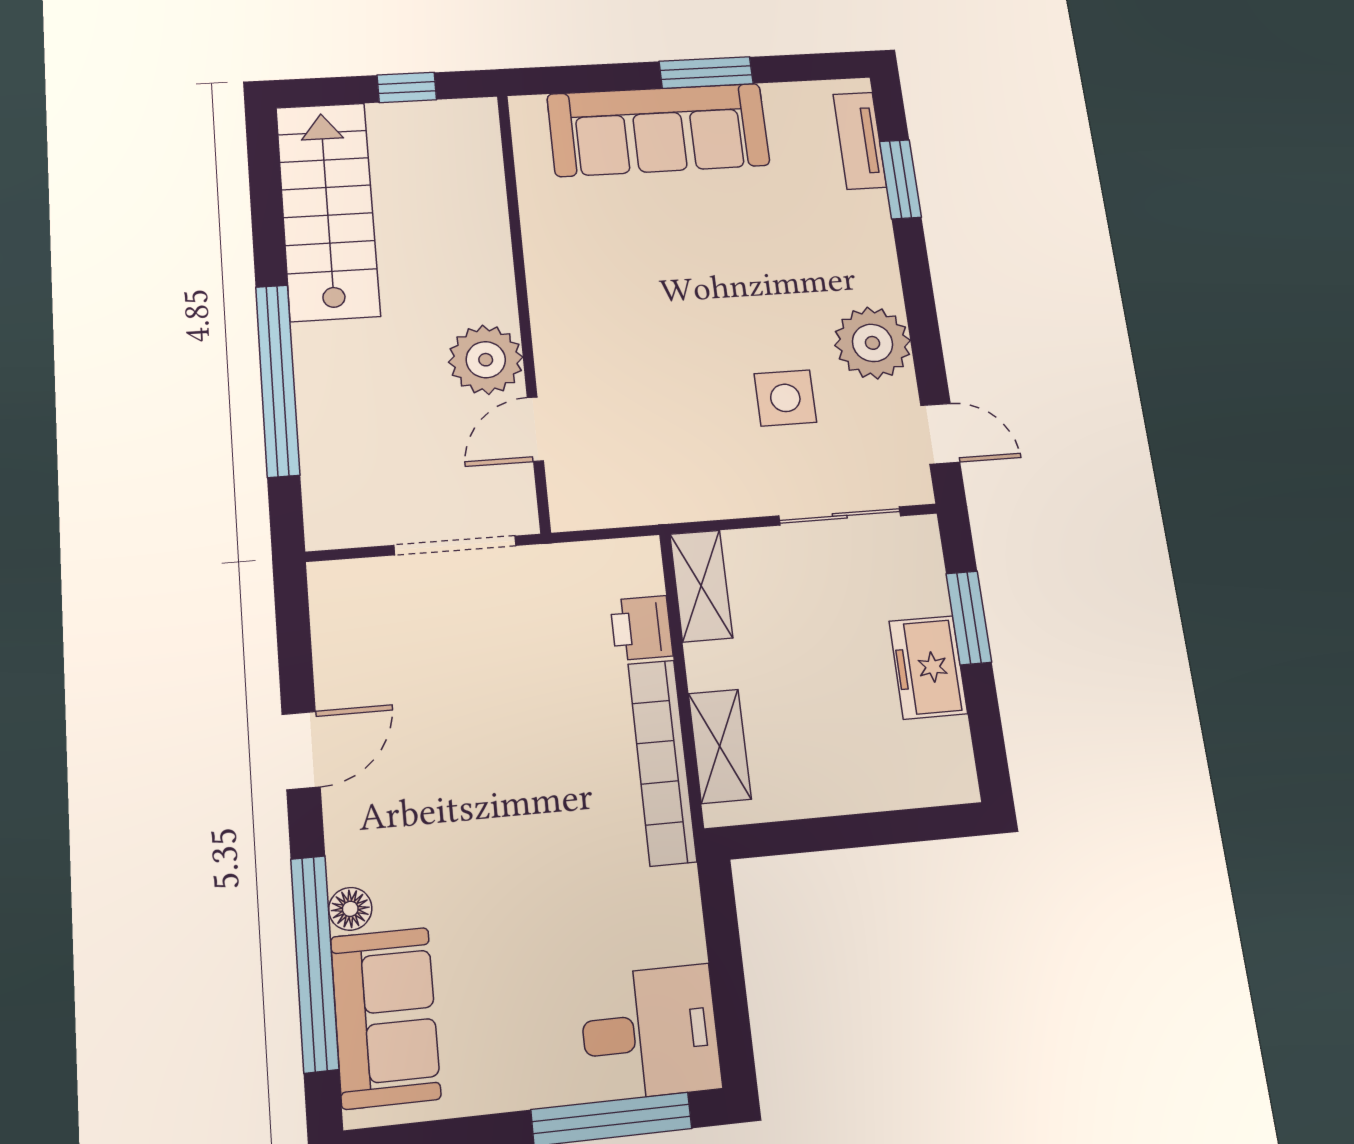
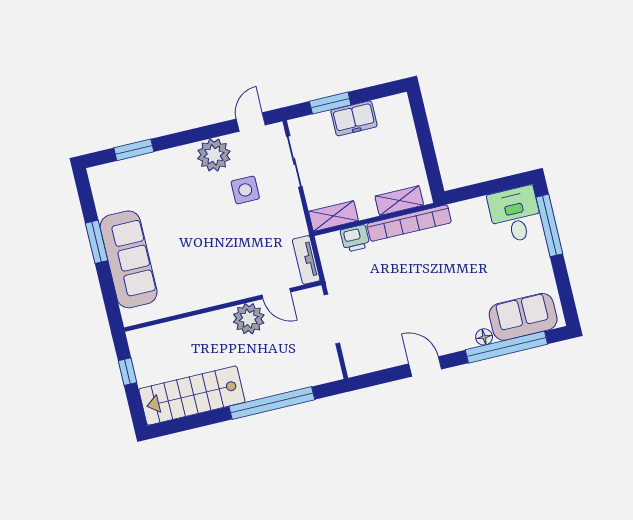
tv unit: (860, 141) -> (306, 260), moved, turned 90

